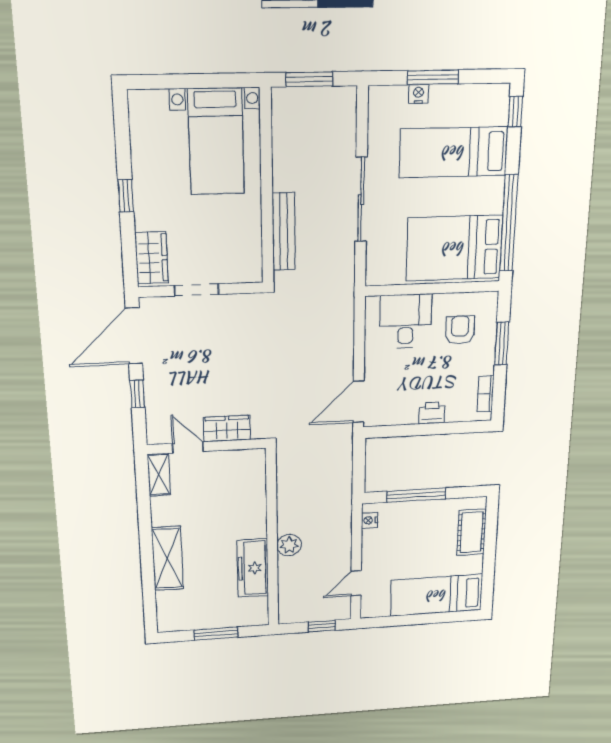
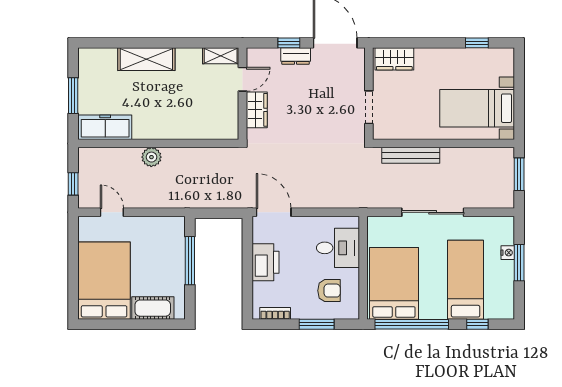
window: (515, 112) -> (477, 324), moved
window: (126, 196) -> (477, 43), moved
doorway: (196, 290) -> (369, 107), moved
dresser: (154, 385) -> (296, 56), added
printer: (432, 413) -> (266, 262), width x1.87, depth x1.48
nightstand: (370, 520) -> (170, 223), removed
freezer: (253, 568) -> (105, 127), moved
bed: (437, 595) -> (104, 281), width x1.50

